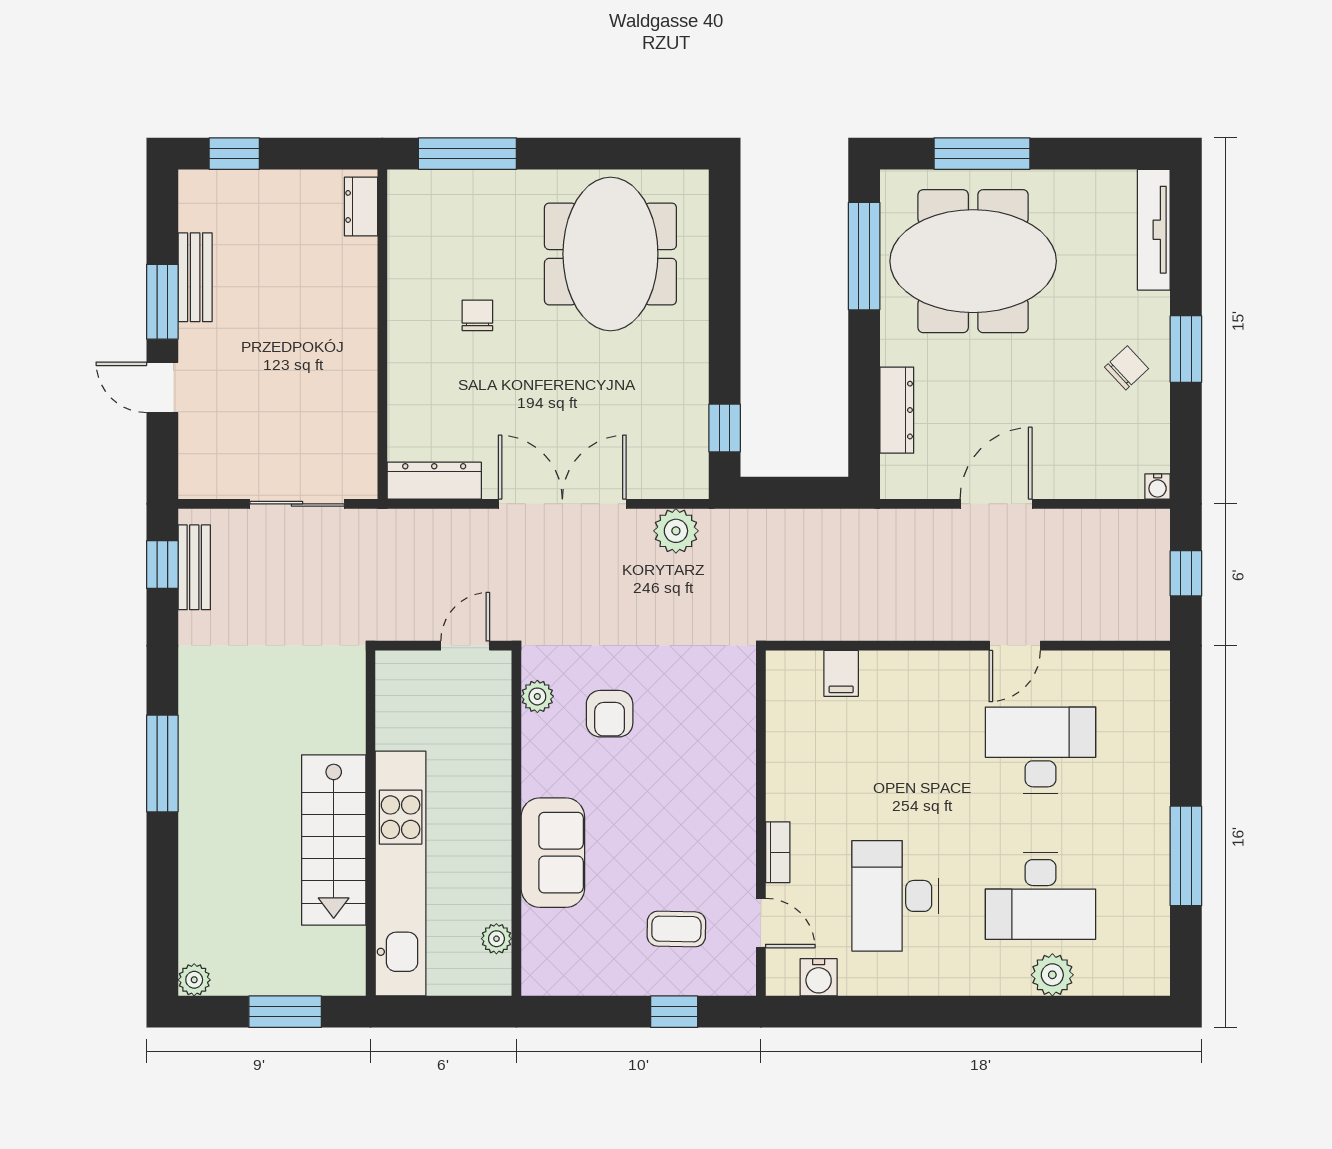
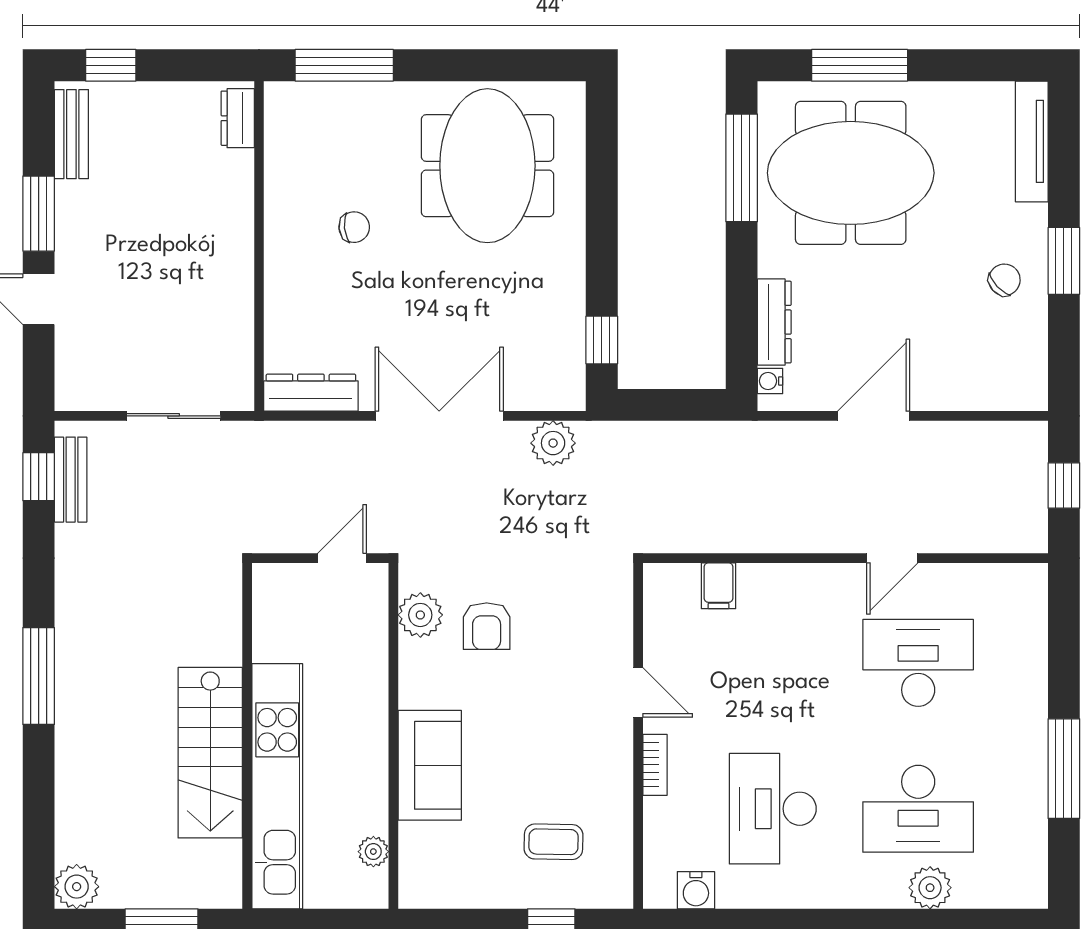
bench: (195, 277) -> (71, 134), moved
chair: (477, 315) -> (354, 227), turned 84
water cooler: (1158, 486) -> (770, 381), moved, turned 90
plant: (537, 696) -> (420, 615), width x1.38, depth x1.38
door: (761, 923) -> (638, 692), moved
plant: (194, 980) -> (77, 887), width x1.38, depth x1.38

